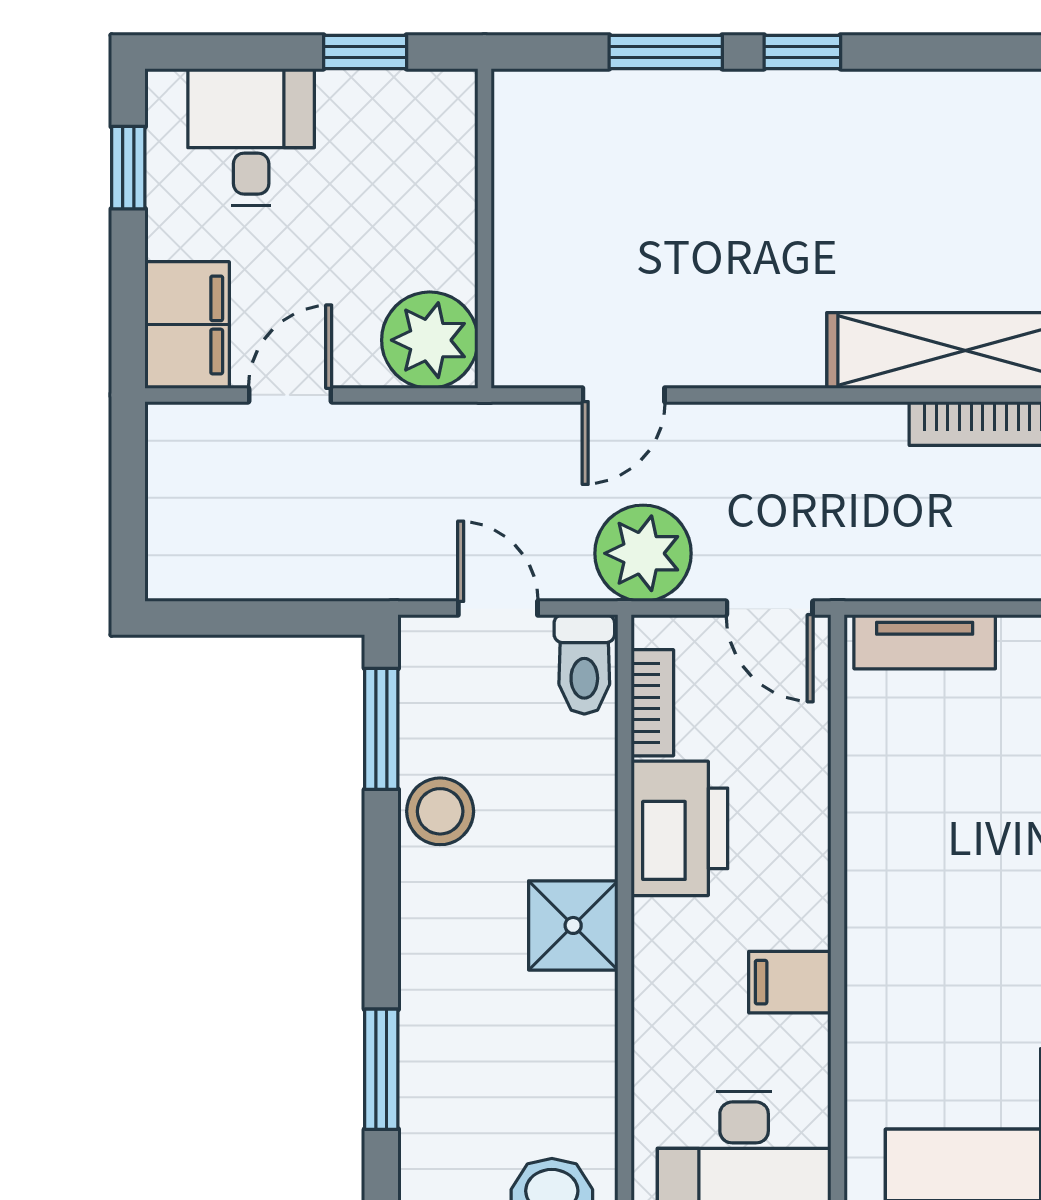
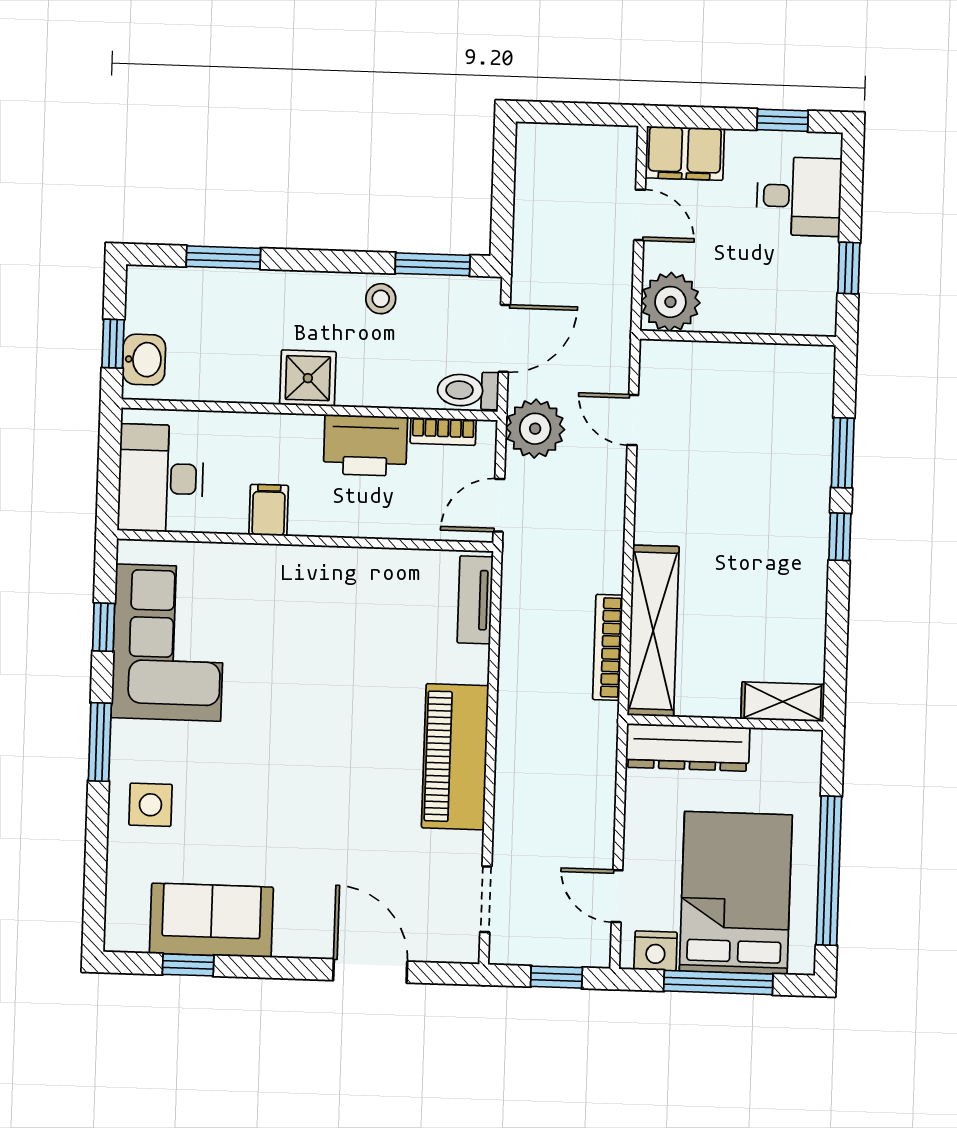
door: (498, 608) -> (504, 338), width x1.38
stool: (440, 811) -> (381, 299), width x0.73, depth x0.73

